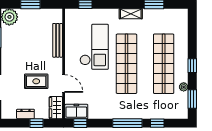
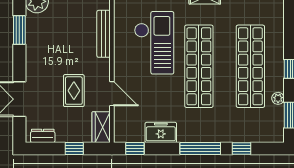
rug: (36, 81) -> (74, 91), turned 90
freezer: (76, 112) -> (161, 132), moved
dresser: (25, 114) -> (43, 136), moved

